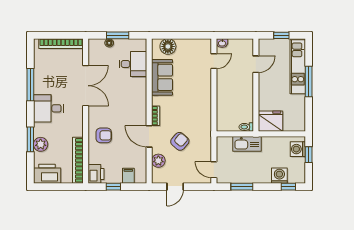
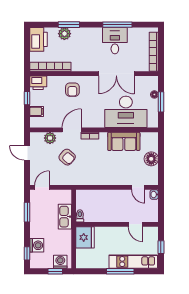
floor lamp: (168, 46) -> (151, 159), moved
desk: (133, 64) -> (126, 112), width x1.87, depth x1.30
desk: (48, 108) -> (115, 41), moved

